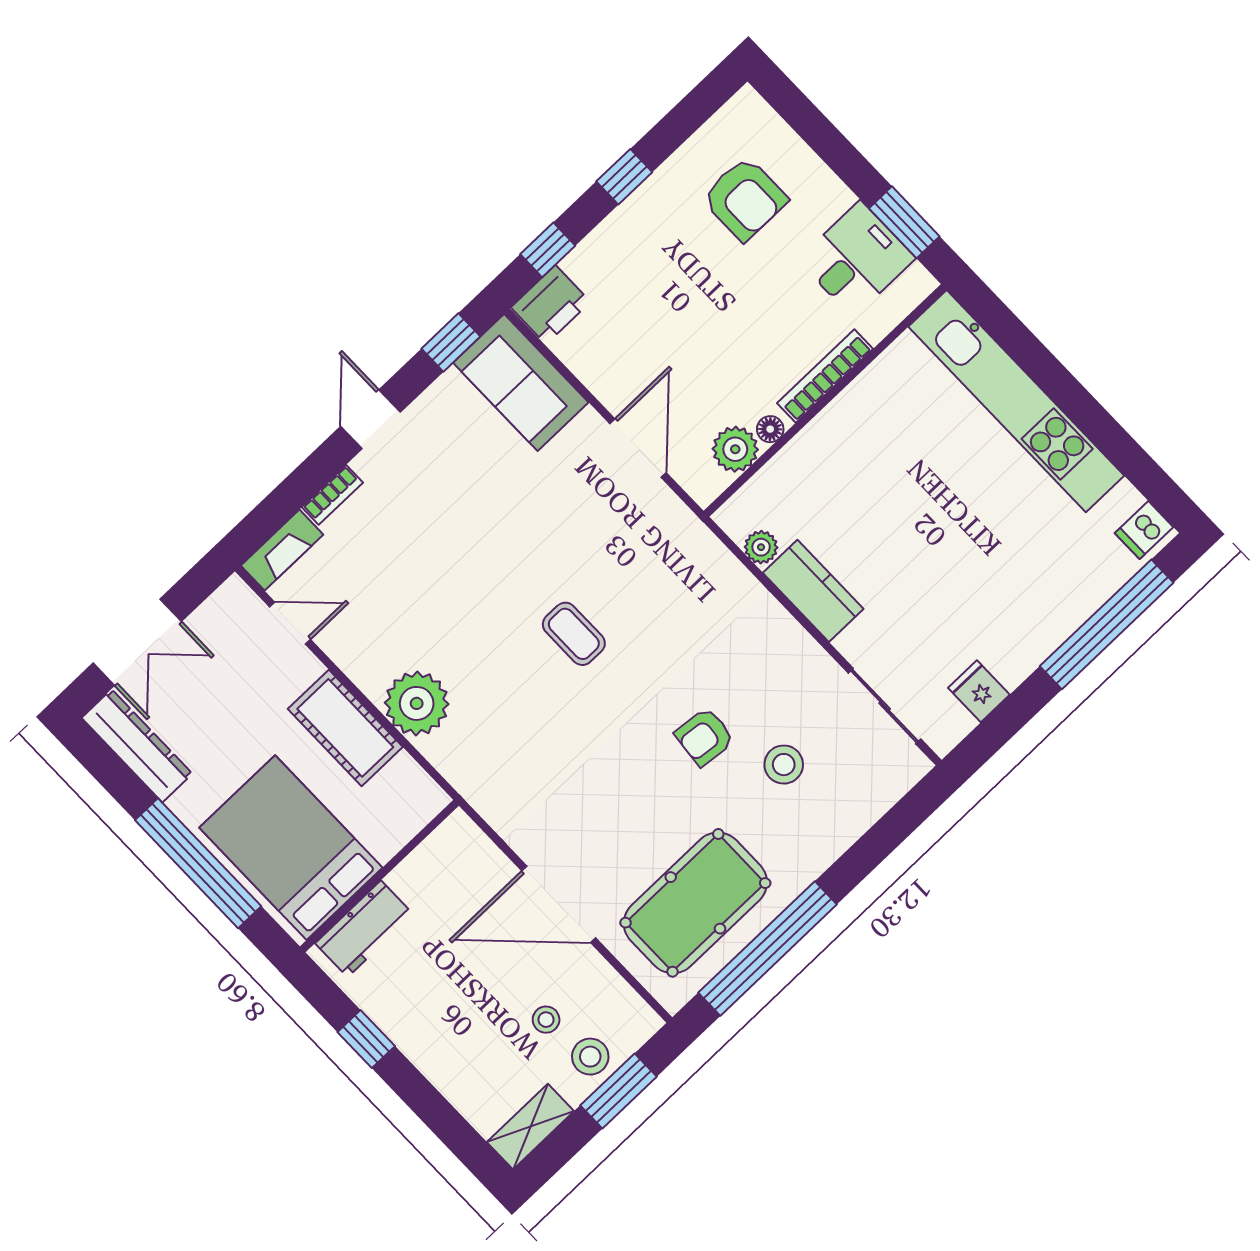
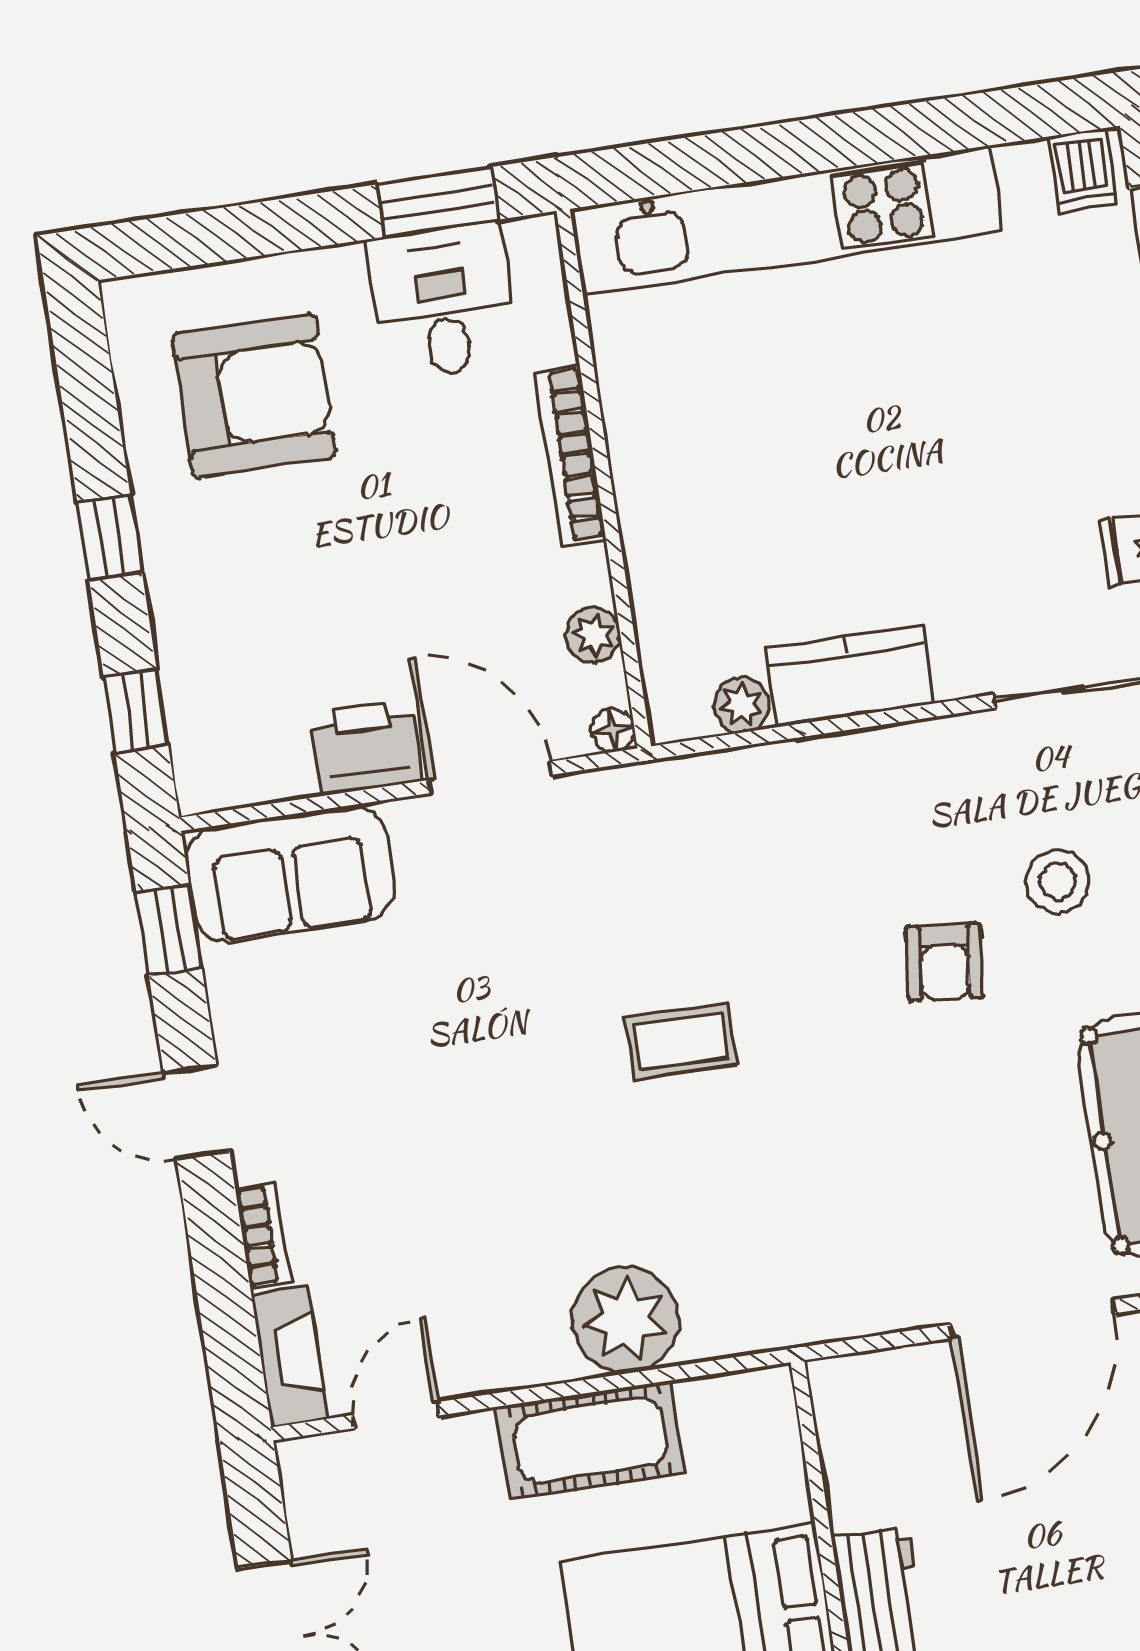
armchair: (745, 199) -> (254, 396), width x1.36, depth x1.36
printer: (551, 305) -> (366, 747), moved, turned -90
floor lamp: (770, 429) -> (613, 730), moved
plant: (735, 449) -> (593, 635), width x0.73, depth x0.73

